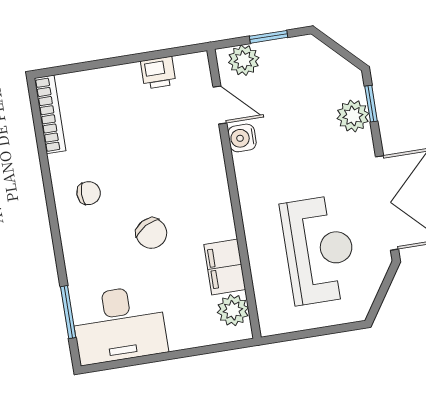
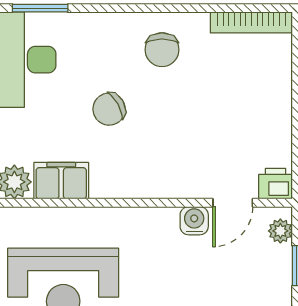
plant: (244, 60) -> (280, 231), width x0.73, depth x0.73
printer: (158, 73) -> (276, 184), moved, turned 90
chair: (89, 193) -> (162, 50), width x1.37, depth x1.37

